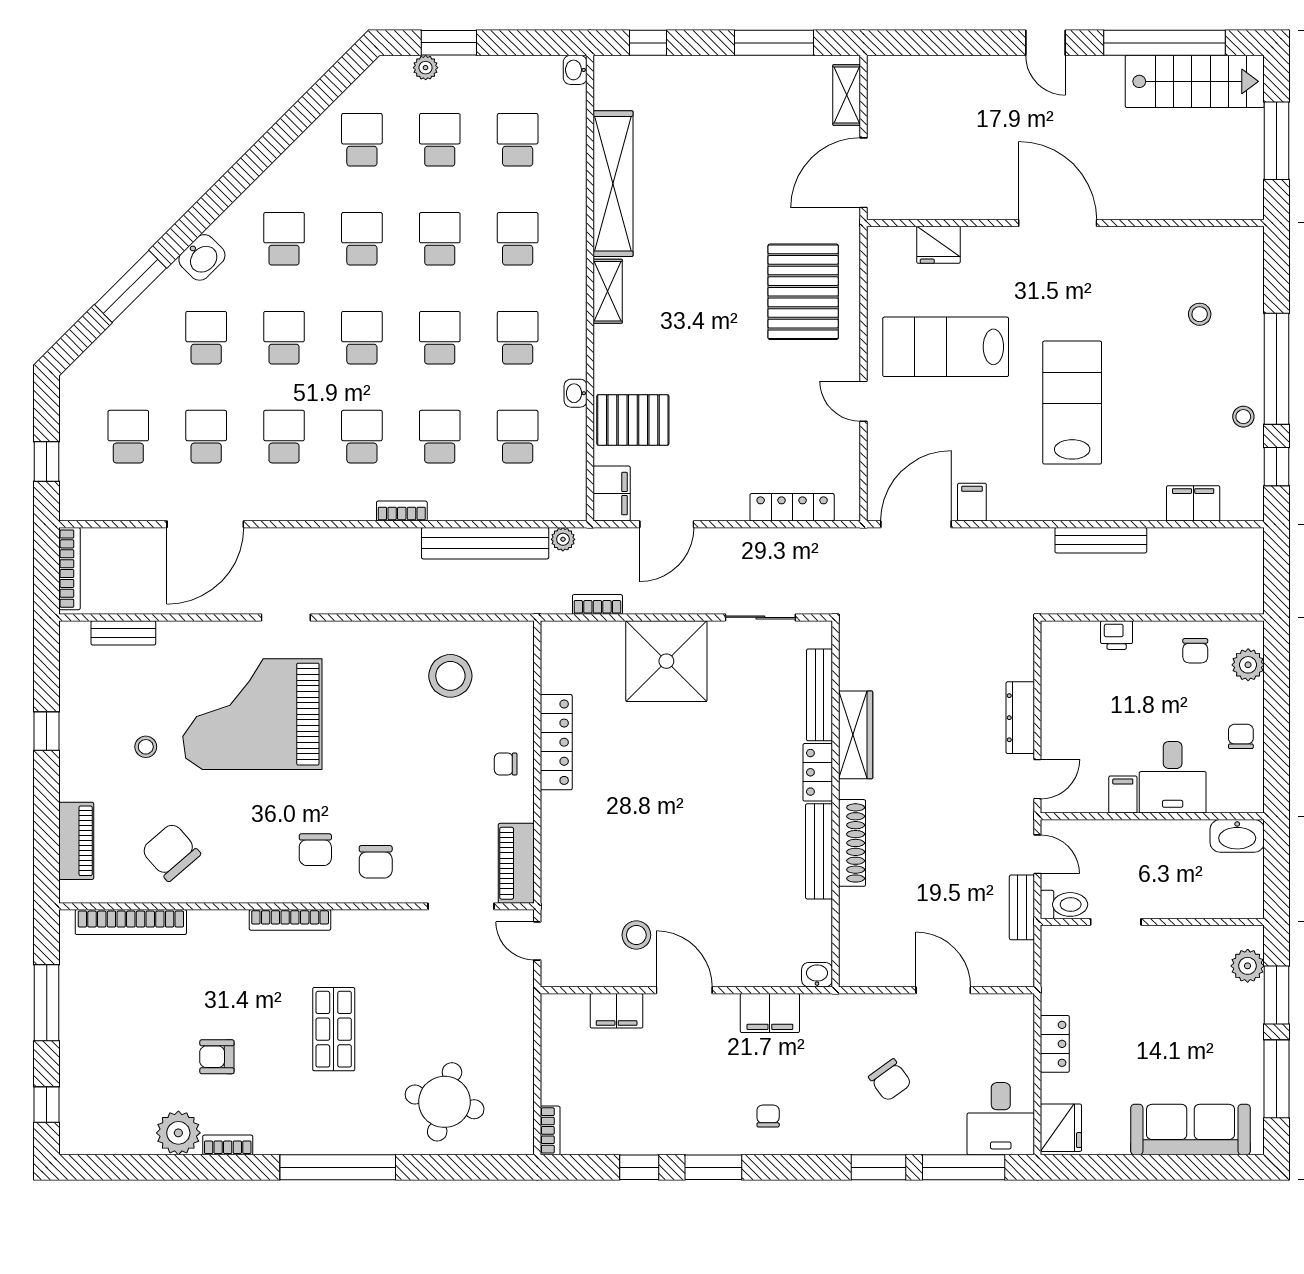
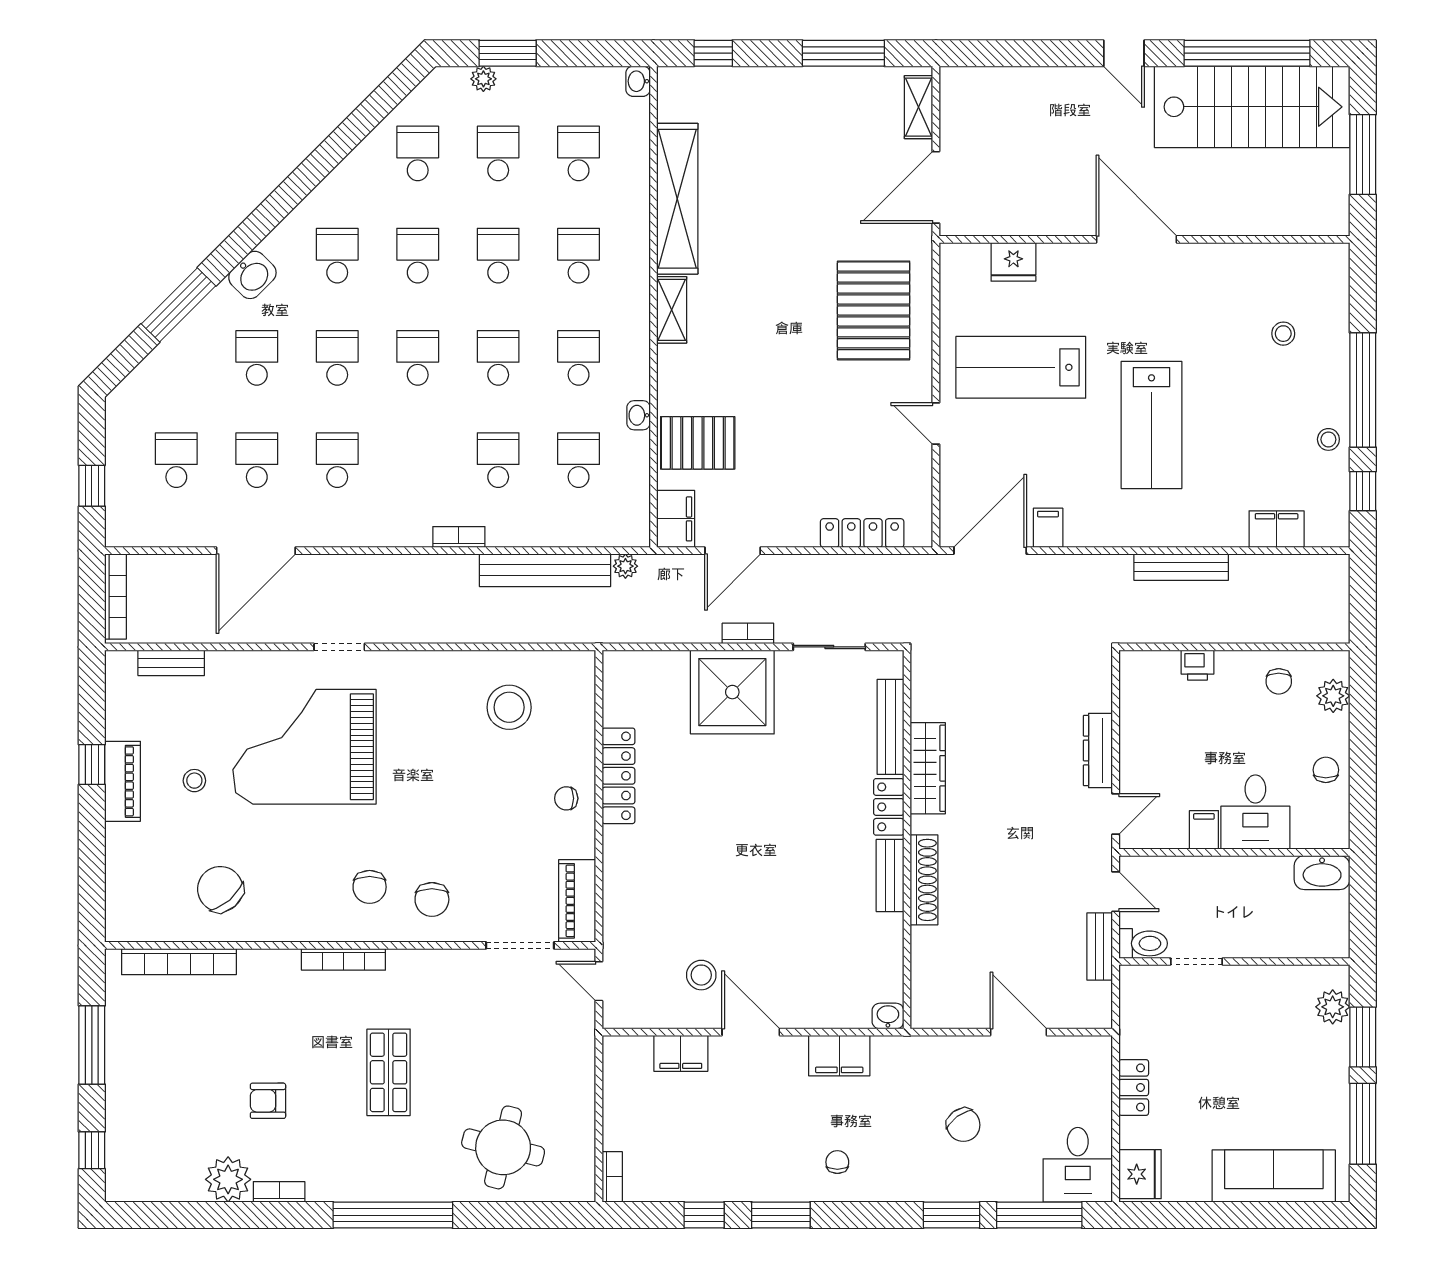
stairs: (1195, 81) -> (1252, 107), width x1.36, depth x1.51
lab bench: (1072, 403) -> (1152, 425), turned 180
school desk: (362, 437) -> (418, 460), removed
bookcase: (597, 604) -> (748, 633), moved
piano: (76, 841) -> (123, 781), moved
bench: (819, 851) -> (890, 875), width x0.73

